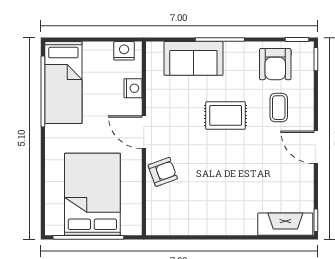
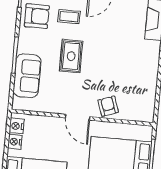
nightstand: (133, 88) -> (15, 142), moved, turned -90
door: (144, 132) -> (78, 117), hinge flipped

